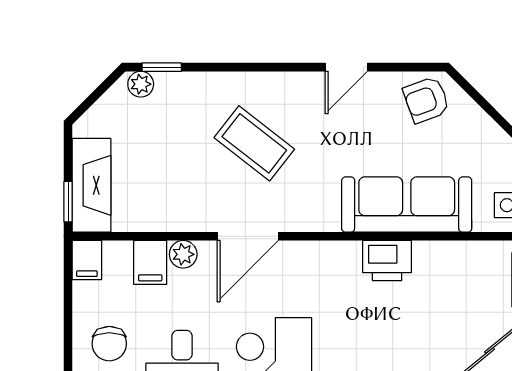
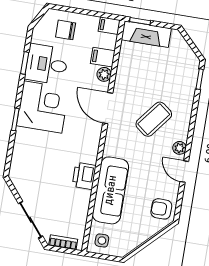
plant: (141, 84) -> (179, 148), moved
armchair: (426, 100) -> (161, 209), turned -69

